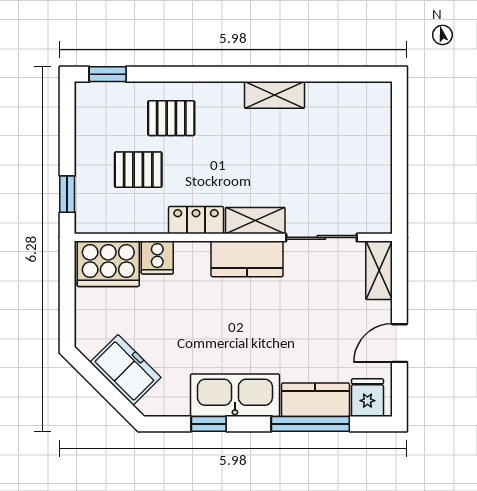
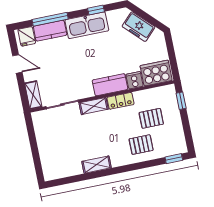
kitchen counter: (247, 259) -> (110, 85), moved
door: (399, 343) -> (17, 64), hinge flipped

